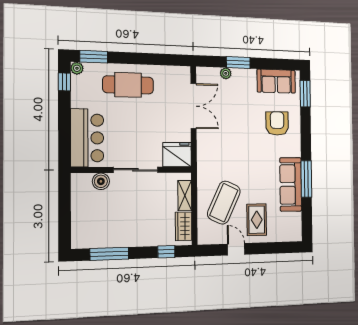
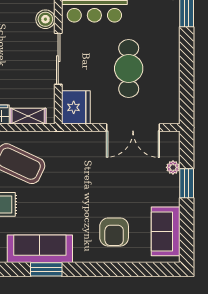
cafe table: (128, 85) -> (129, 69), moved
window: (305, 94) -> (151, 269), removed
armchair: (277, 123) -> (114, 232), turned 90
window: (306, 179) -> (46, 269), width x0.69

